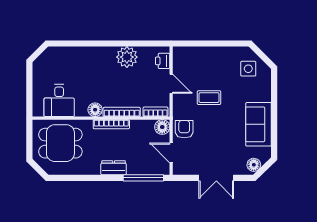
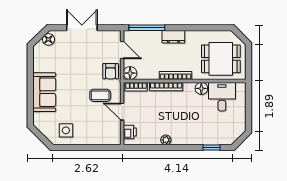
window: (71, 43) -> (212, 148), added
plant: (127, 57) -> (166, 140), width x0.53, depth x0.53
side table: (248, 69) -> (66, 130), moved
coffee table: (209, 98) -> (100, 95), moved
floor lamp: (95, 110) -> (201, 88), moved
sofa: (259, 124) -> (44, 92), moved

